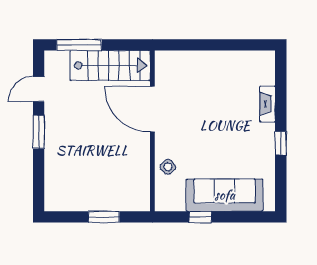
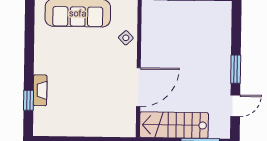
door: (152, 109) -> (138, 87), hinge flipped
window: (281, 143) -> (29, 100), moved

